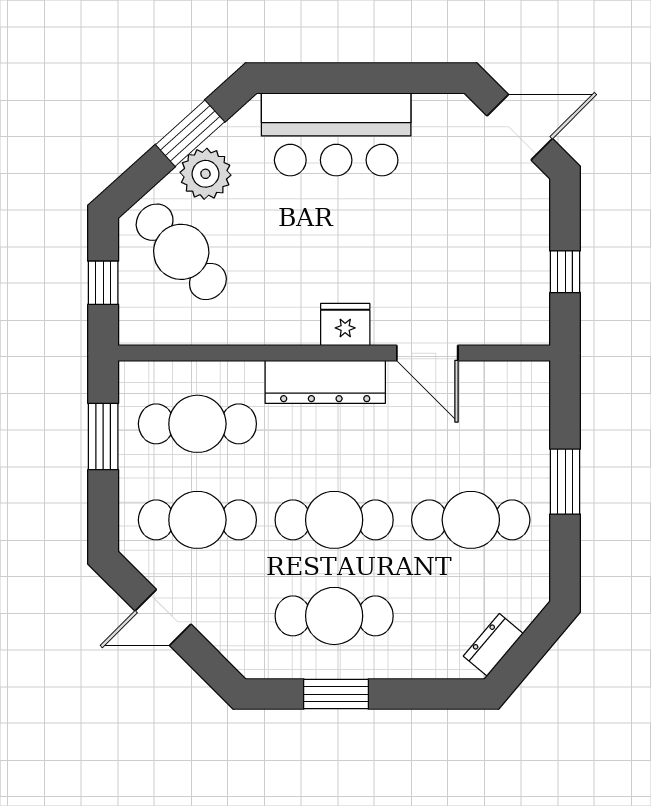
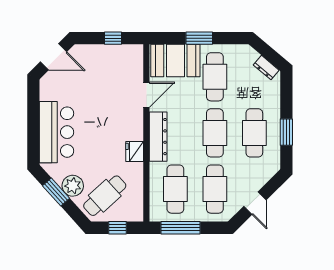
door: (520, 127) -> (54, 57), swing flipped
fridge: (345, 325) -> (135, 152), moved
booth: (510, 424) -> (175, 61), added
window: (103, 436) -> (181, 228), width x1.44

